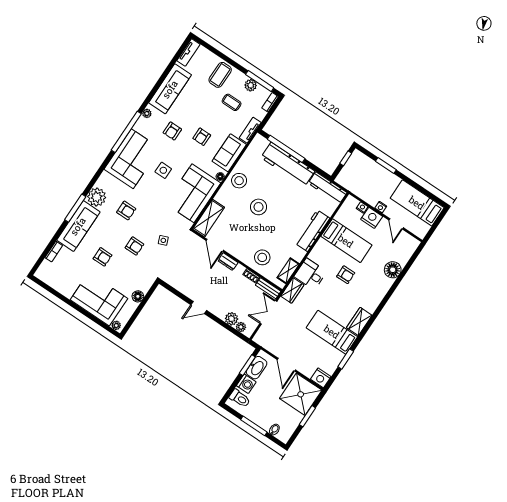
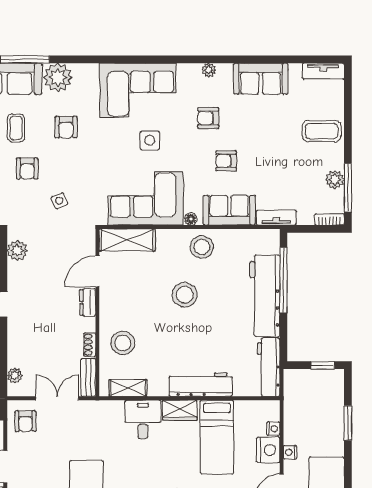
sofa: (170, 89) -> (261, 79), width x0.73
coffee table: (232, 102) -> (16, 128), moved
window: (126, 132) -> (167, 59), removed
armchair: (346, 275) -> (26, 421), moved
wardrobe: (292, 290) -> (180, 410), moved
plant: (232, 319) -> (17, 250), moved

